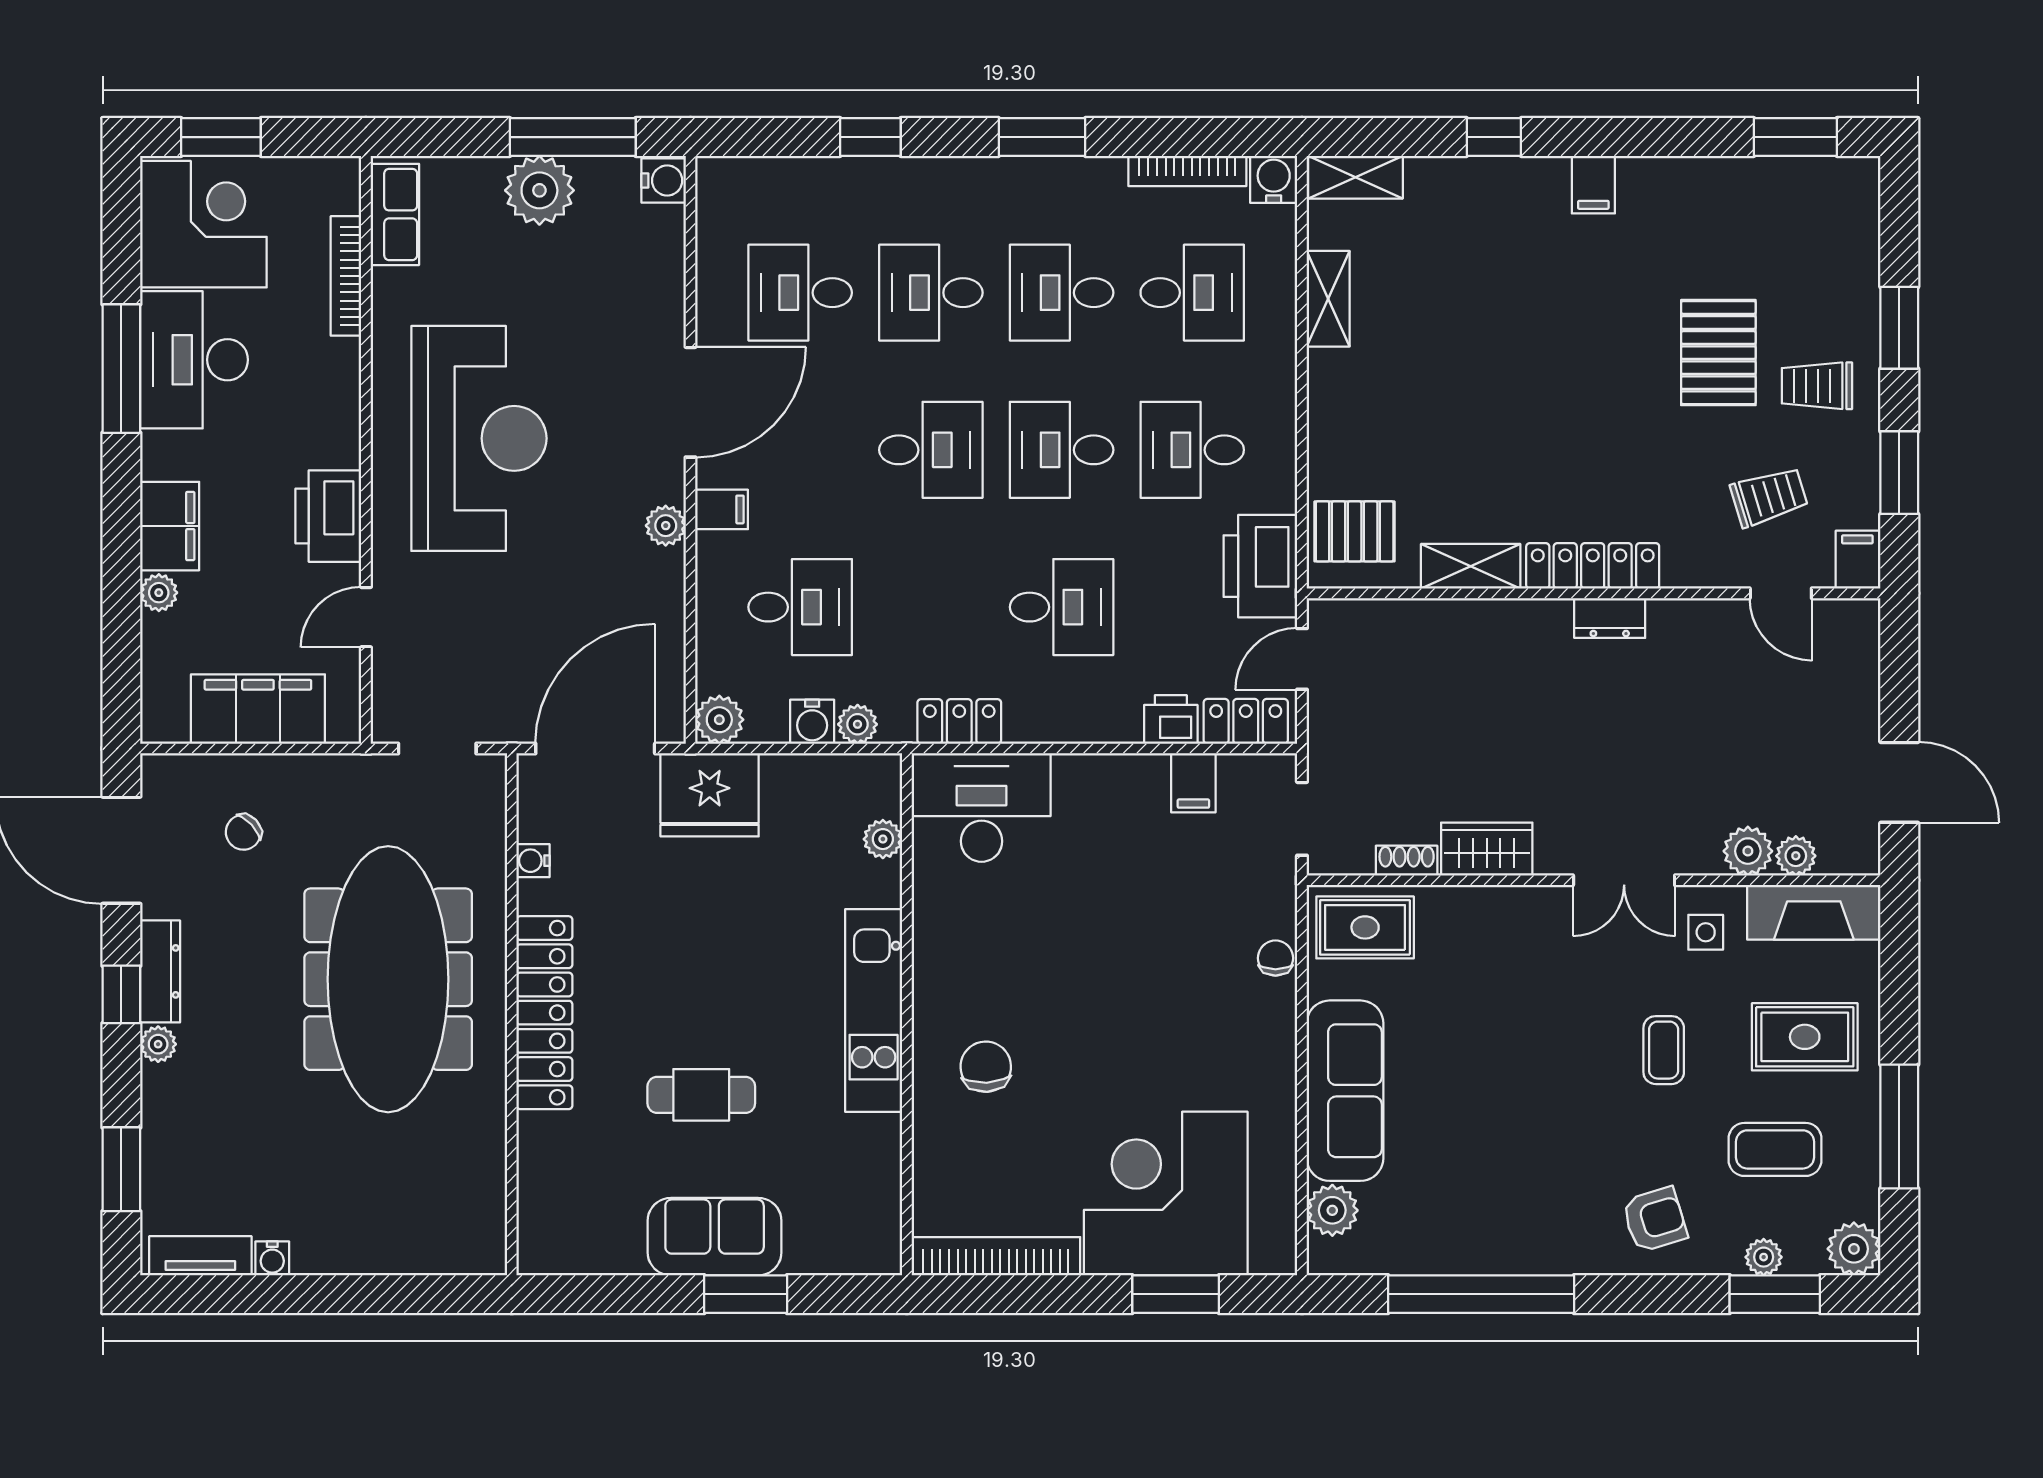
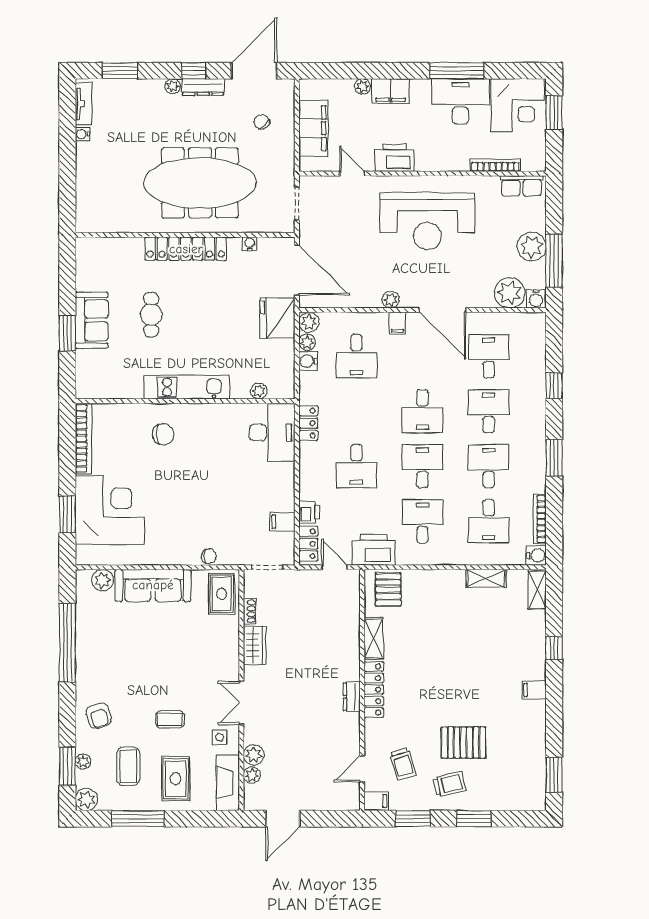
plant: (649, 243) -> (510, 293), added
trolley: (1817, 386) -> (449, 784), turned 77
plant: (858, 724) -> (307, 342), moved

